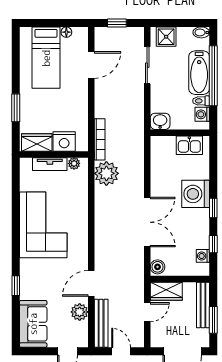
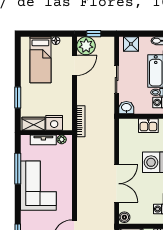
sliding door: (147, 65) -> (117, 79), moved
plant: (106, 173) -> (86, 46), moved
window: (16, 202) -> (18, 169), added

